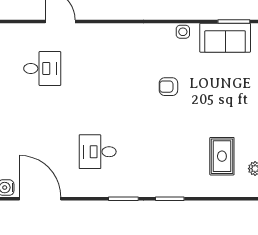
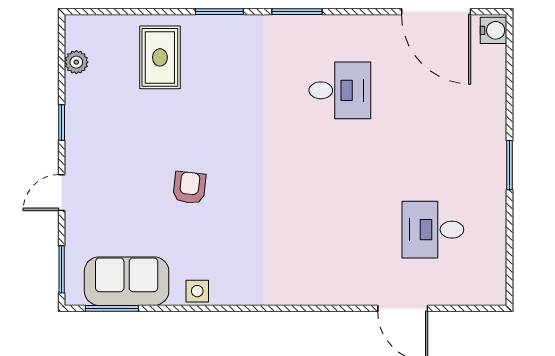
armchair: (168, 87) -> (189, 188), moved, turned -84
rug: (222, 156) -> (160, 57), moved

